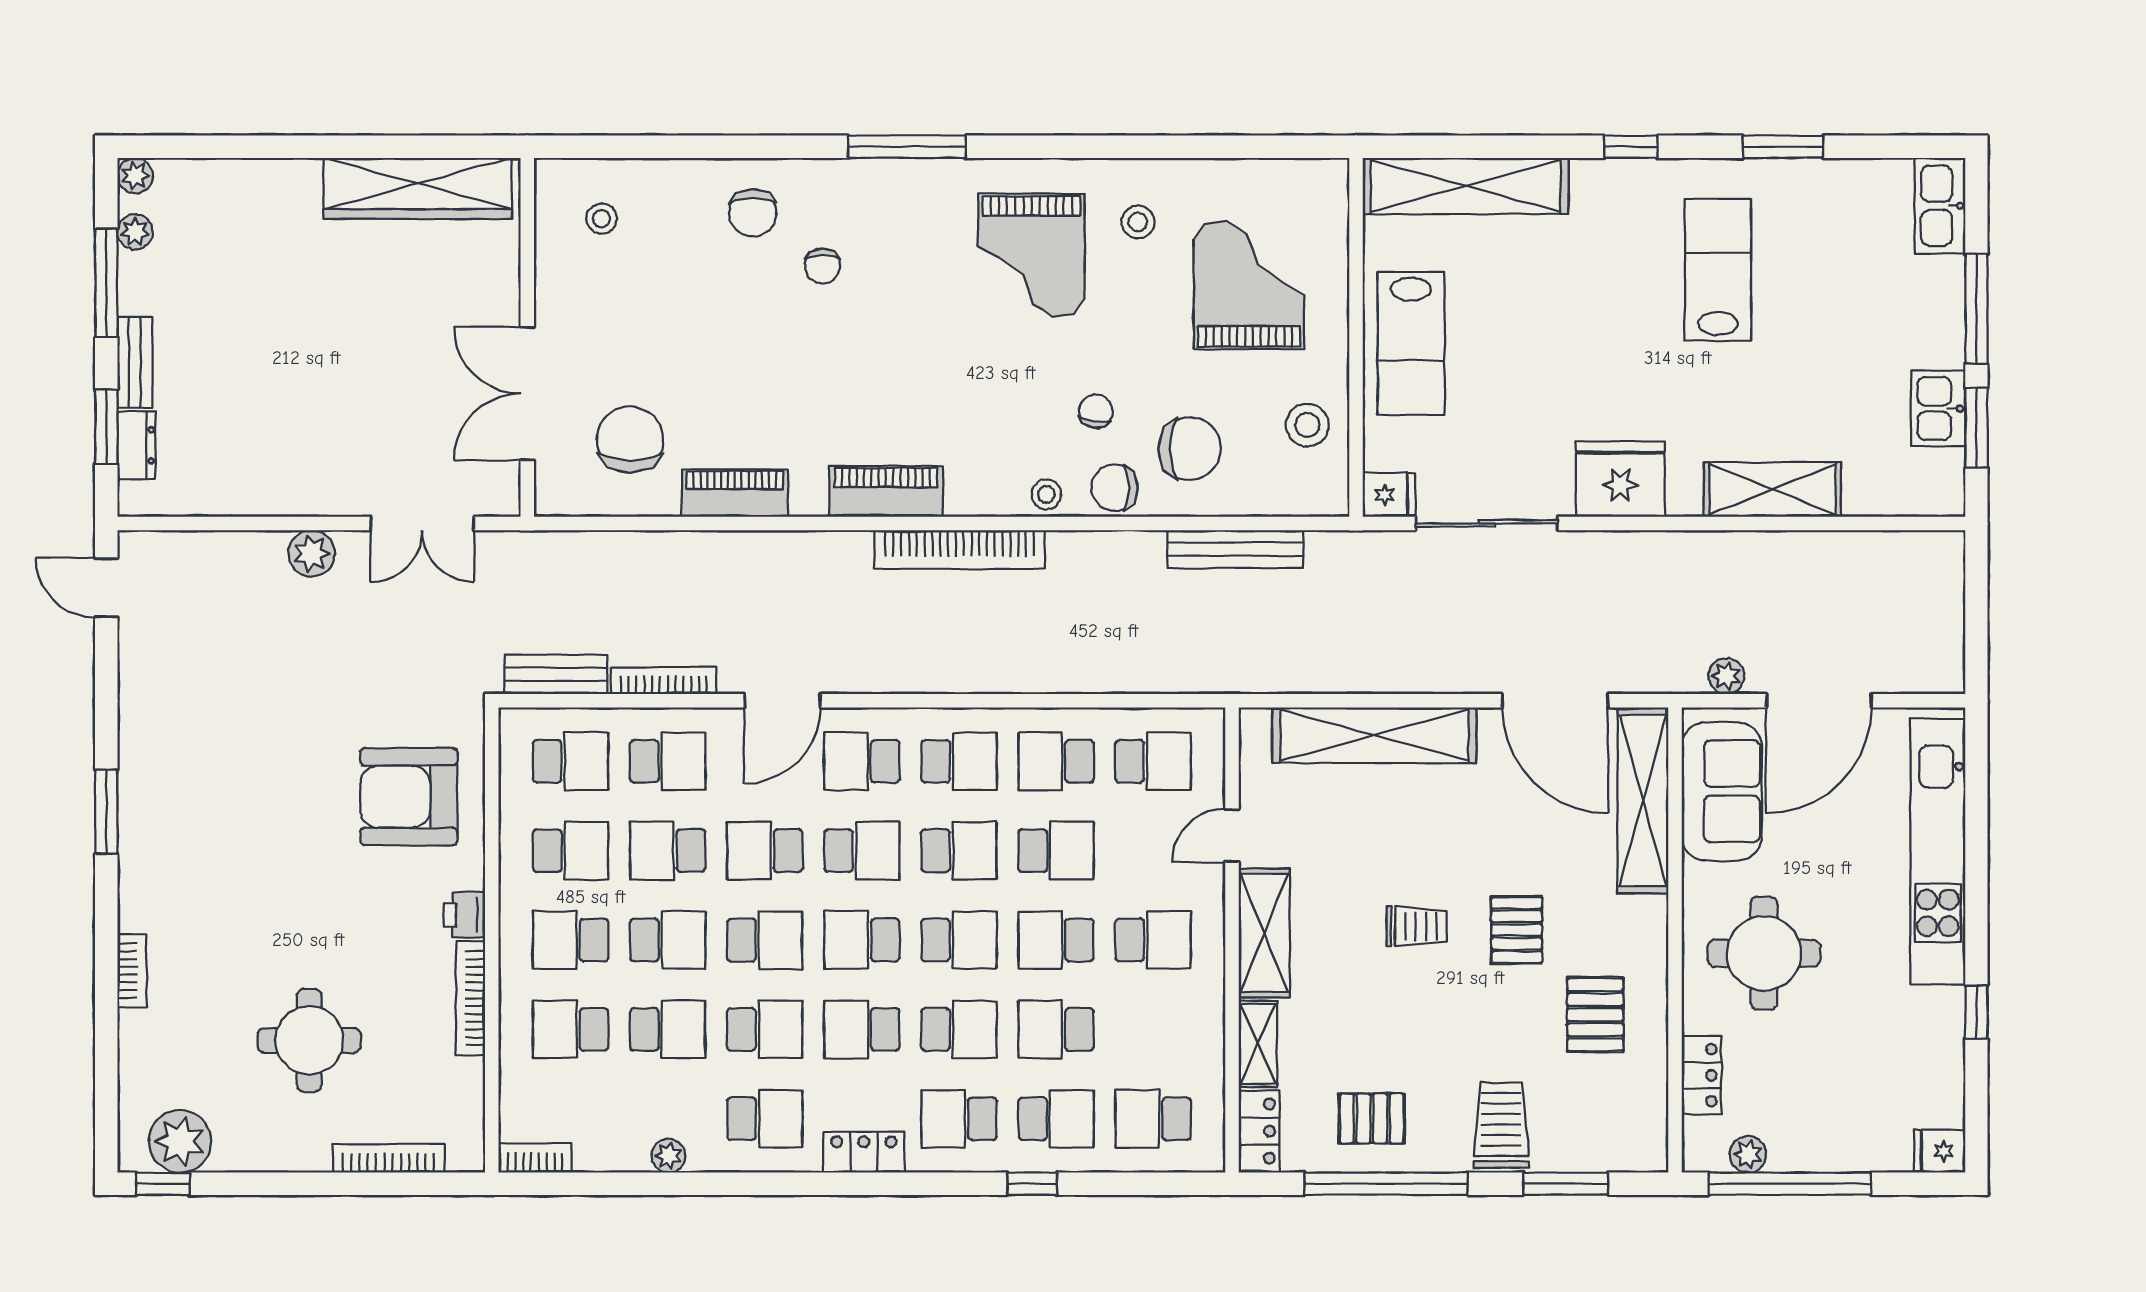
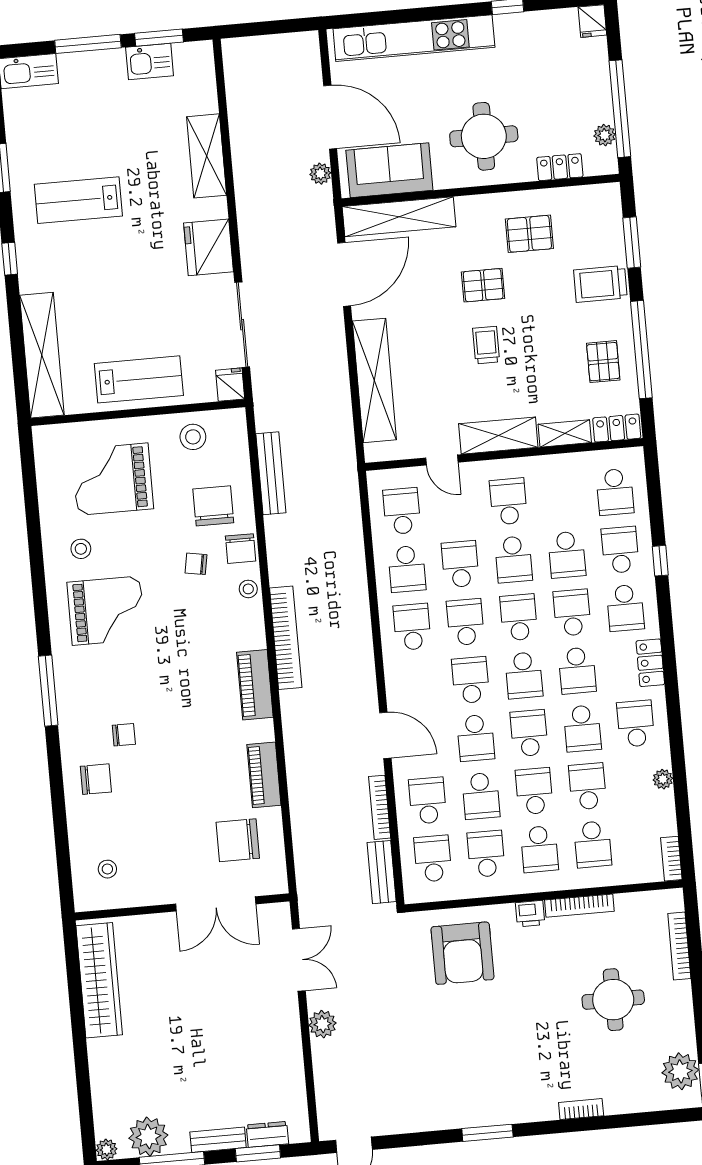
plant: (135, 232) -> (148, 1137), width x1.88, depth x1.88
school desk: (862, 761) -> (417, 685), removed
school desk: (765, 1029) -> (582, 728), turned 180

